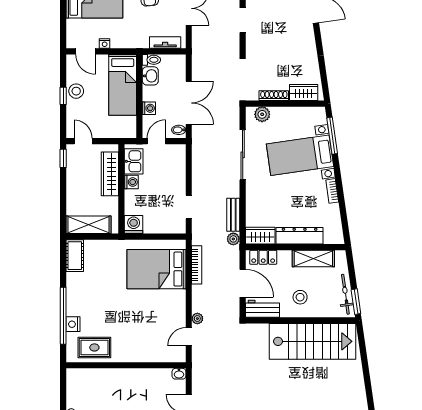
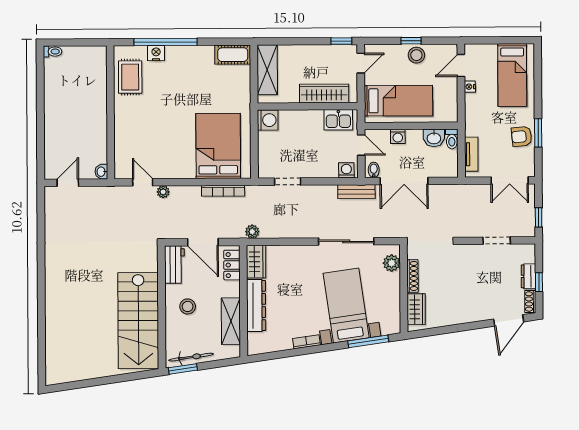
bed: (123, 85) -> (398, 101), moved, turned 180
washing machine: (131, 182) -> (346, 170), moved, turned 180
bench: (233, 215) -> (356, 192), moved
door: (243, 283) -> (203, 242), hinge flipped

